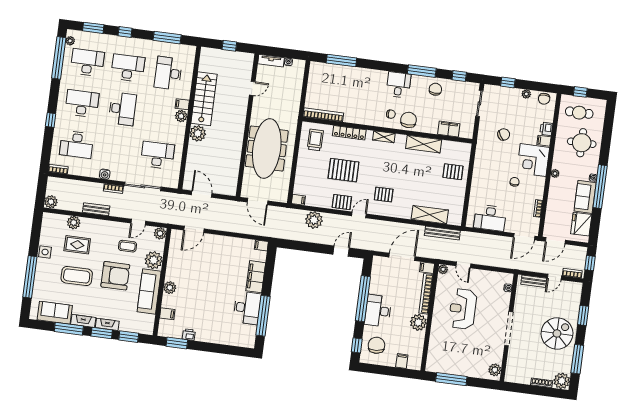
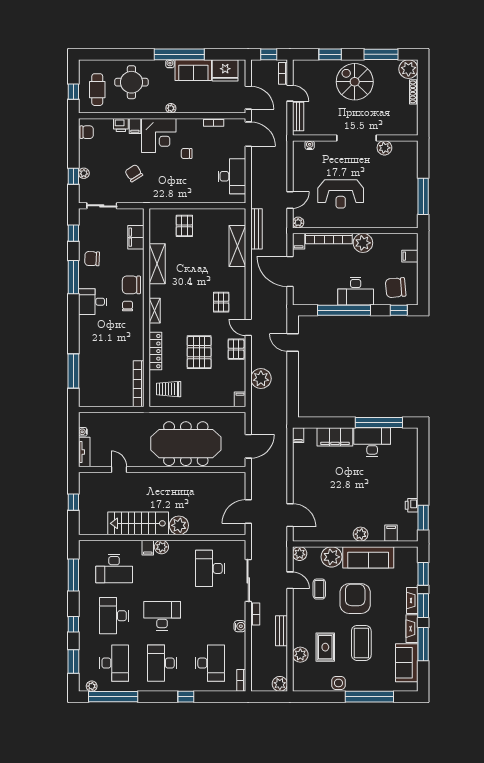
desk: (87, 63) -> (114, 663), turned 180
plant: (526, 94) -> (84, 173), moved
plant: (495, 370) -> (384, 148), moved

